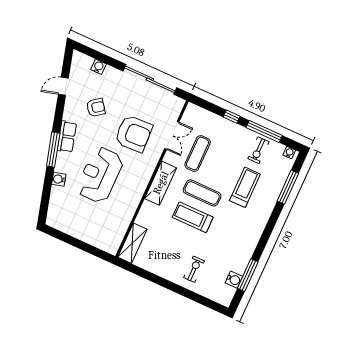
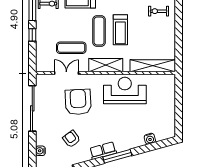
reception desk: (100, 175) -> (125, 90), moved, turned 180
water cooler: (59, 179) -> (150, 139), moved
shelving: (132, 243) -> (153, 66), width x1.47

